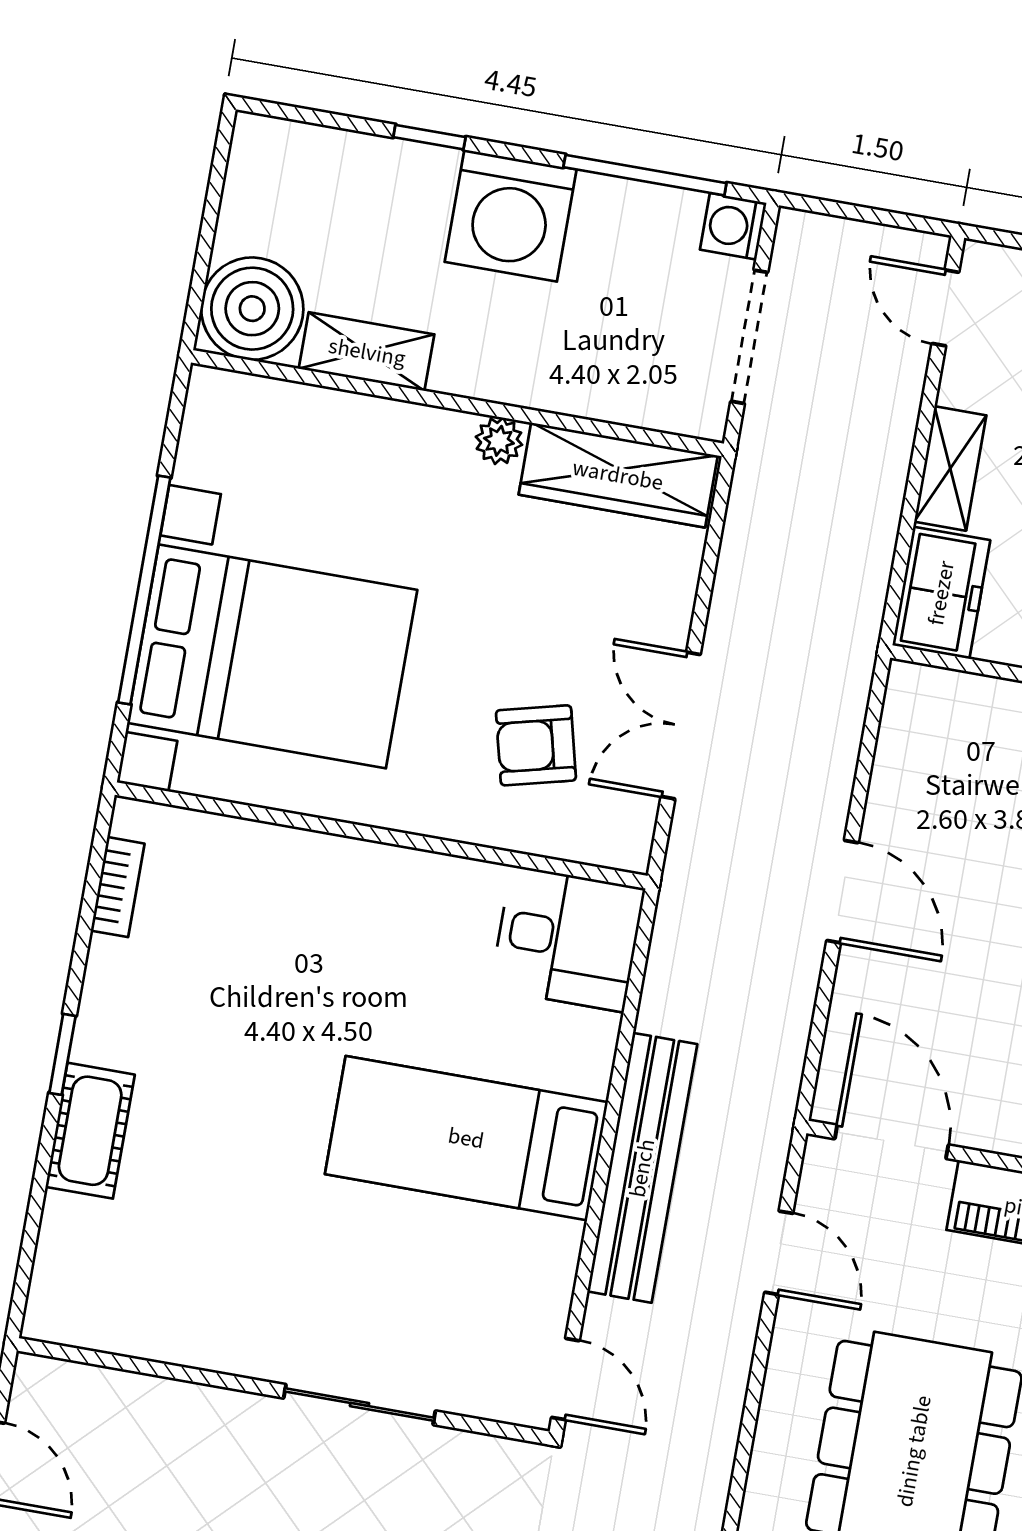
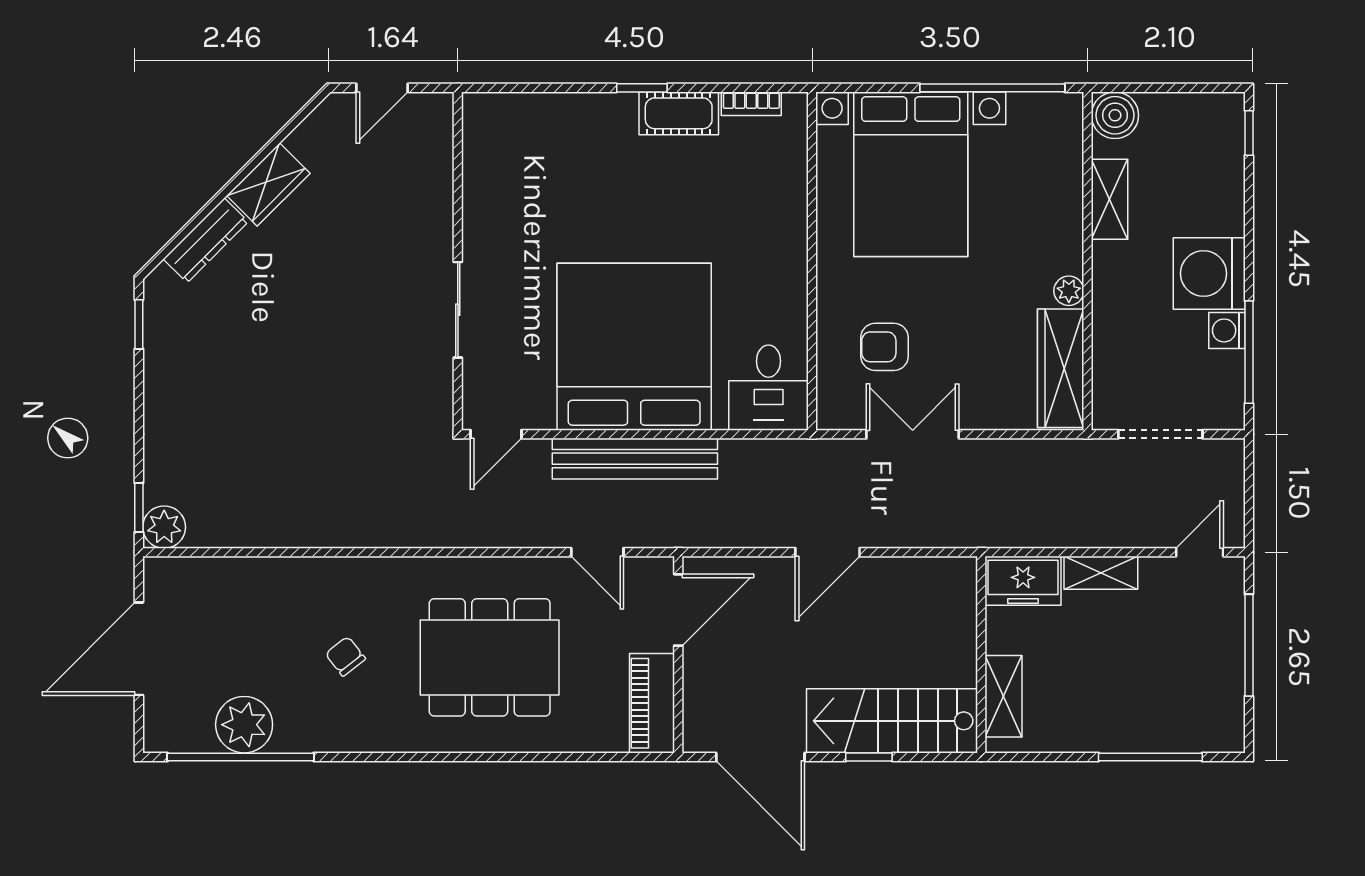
window: (429, 137) -> (1249, 133), moved
washing machine: (733, 226) -> (1227, 330), moved, turned -90
boiler: (252, 309) -> (1115, 115), width x0.73, depth x0.73
window: (144, 590) -> (992, 88), moved
armchair: (536, 745) -> (885, 347), turned -76
cot: (90, 1131) -> (679, 113), moved
bed: (466, 1138) -> (634, 347), width x2.04
door: (779, 1253) -> (597, 552), hinge flipped

